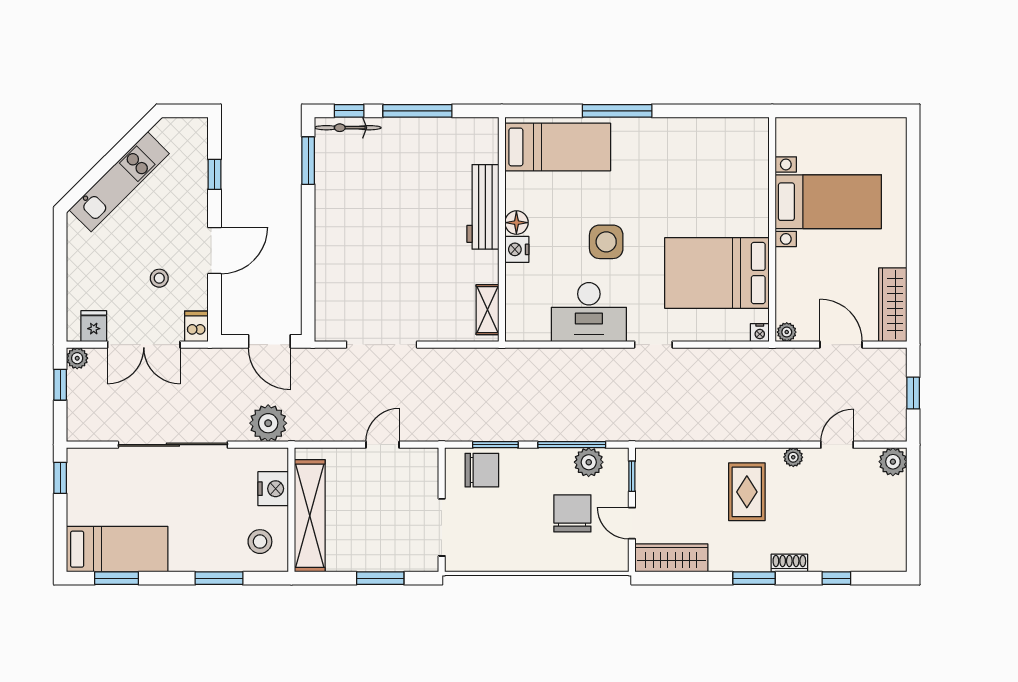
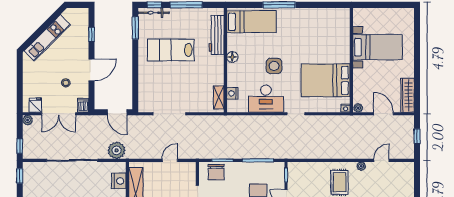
workbench: (483, 207) -> (217, 35), moved
lab bench: (384, 208) -> (171, 50), added
nightstand: (517, 249) -> (232, 93), moved
window: (60, 385) -> (20, 146), moved
plant: (589, 462) -> (266, 169), removed
plant: (893, 462) -> (408, 168), removed
chair: (482, 470) -> (216, 172), turned 90

